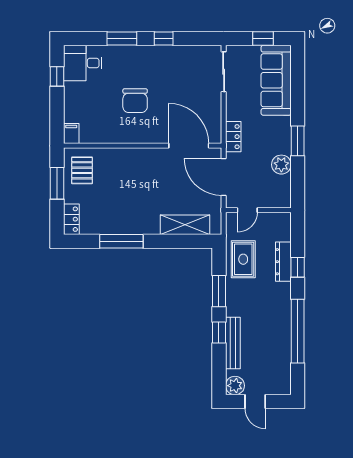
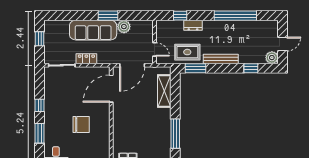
sofa: (276, 80) -> (93, 30), moved
locker: (233, 137) -> (86, 59), moved
dresser: (283, 262) -> (193, 25), width x0.70
window: (298, 267) -> (180, 16), moved
window: (219, 291) -> (195, 68), moved
window: (219, 333) -> (251, 68), moved
bench: (233, 343) -> (221, 59), moved

